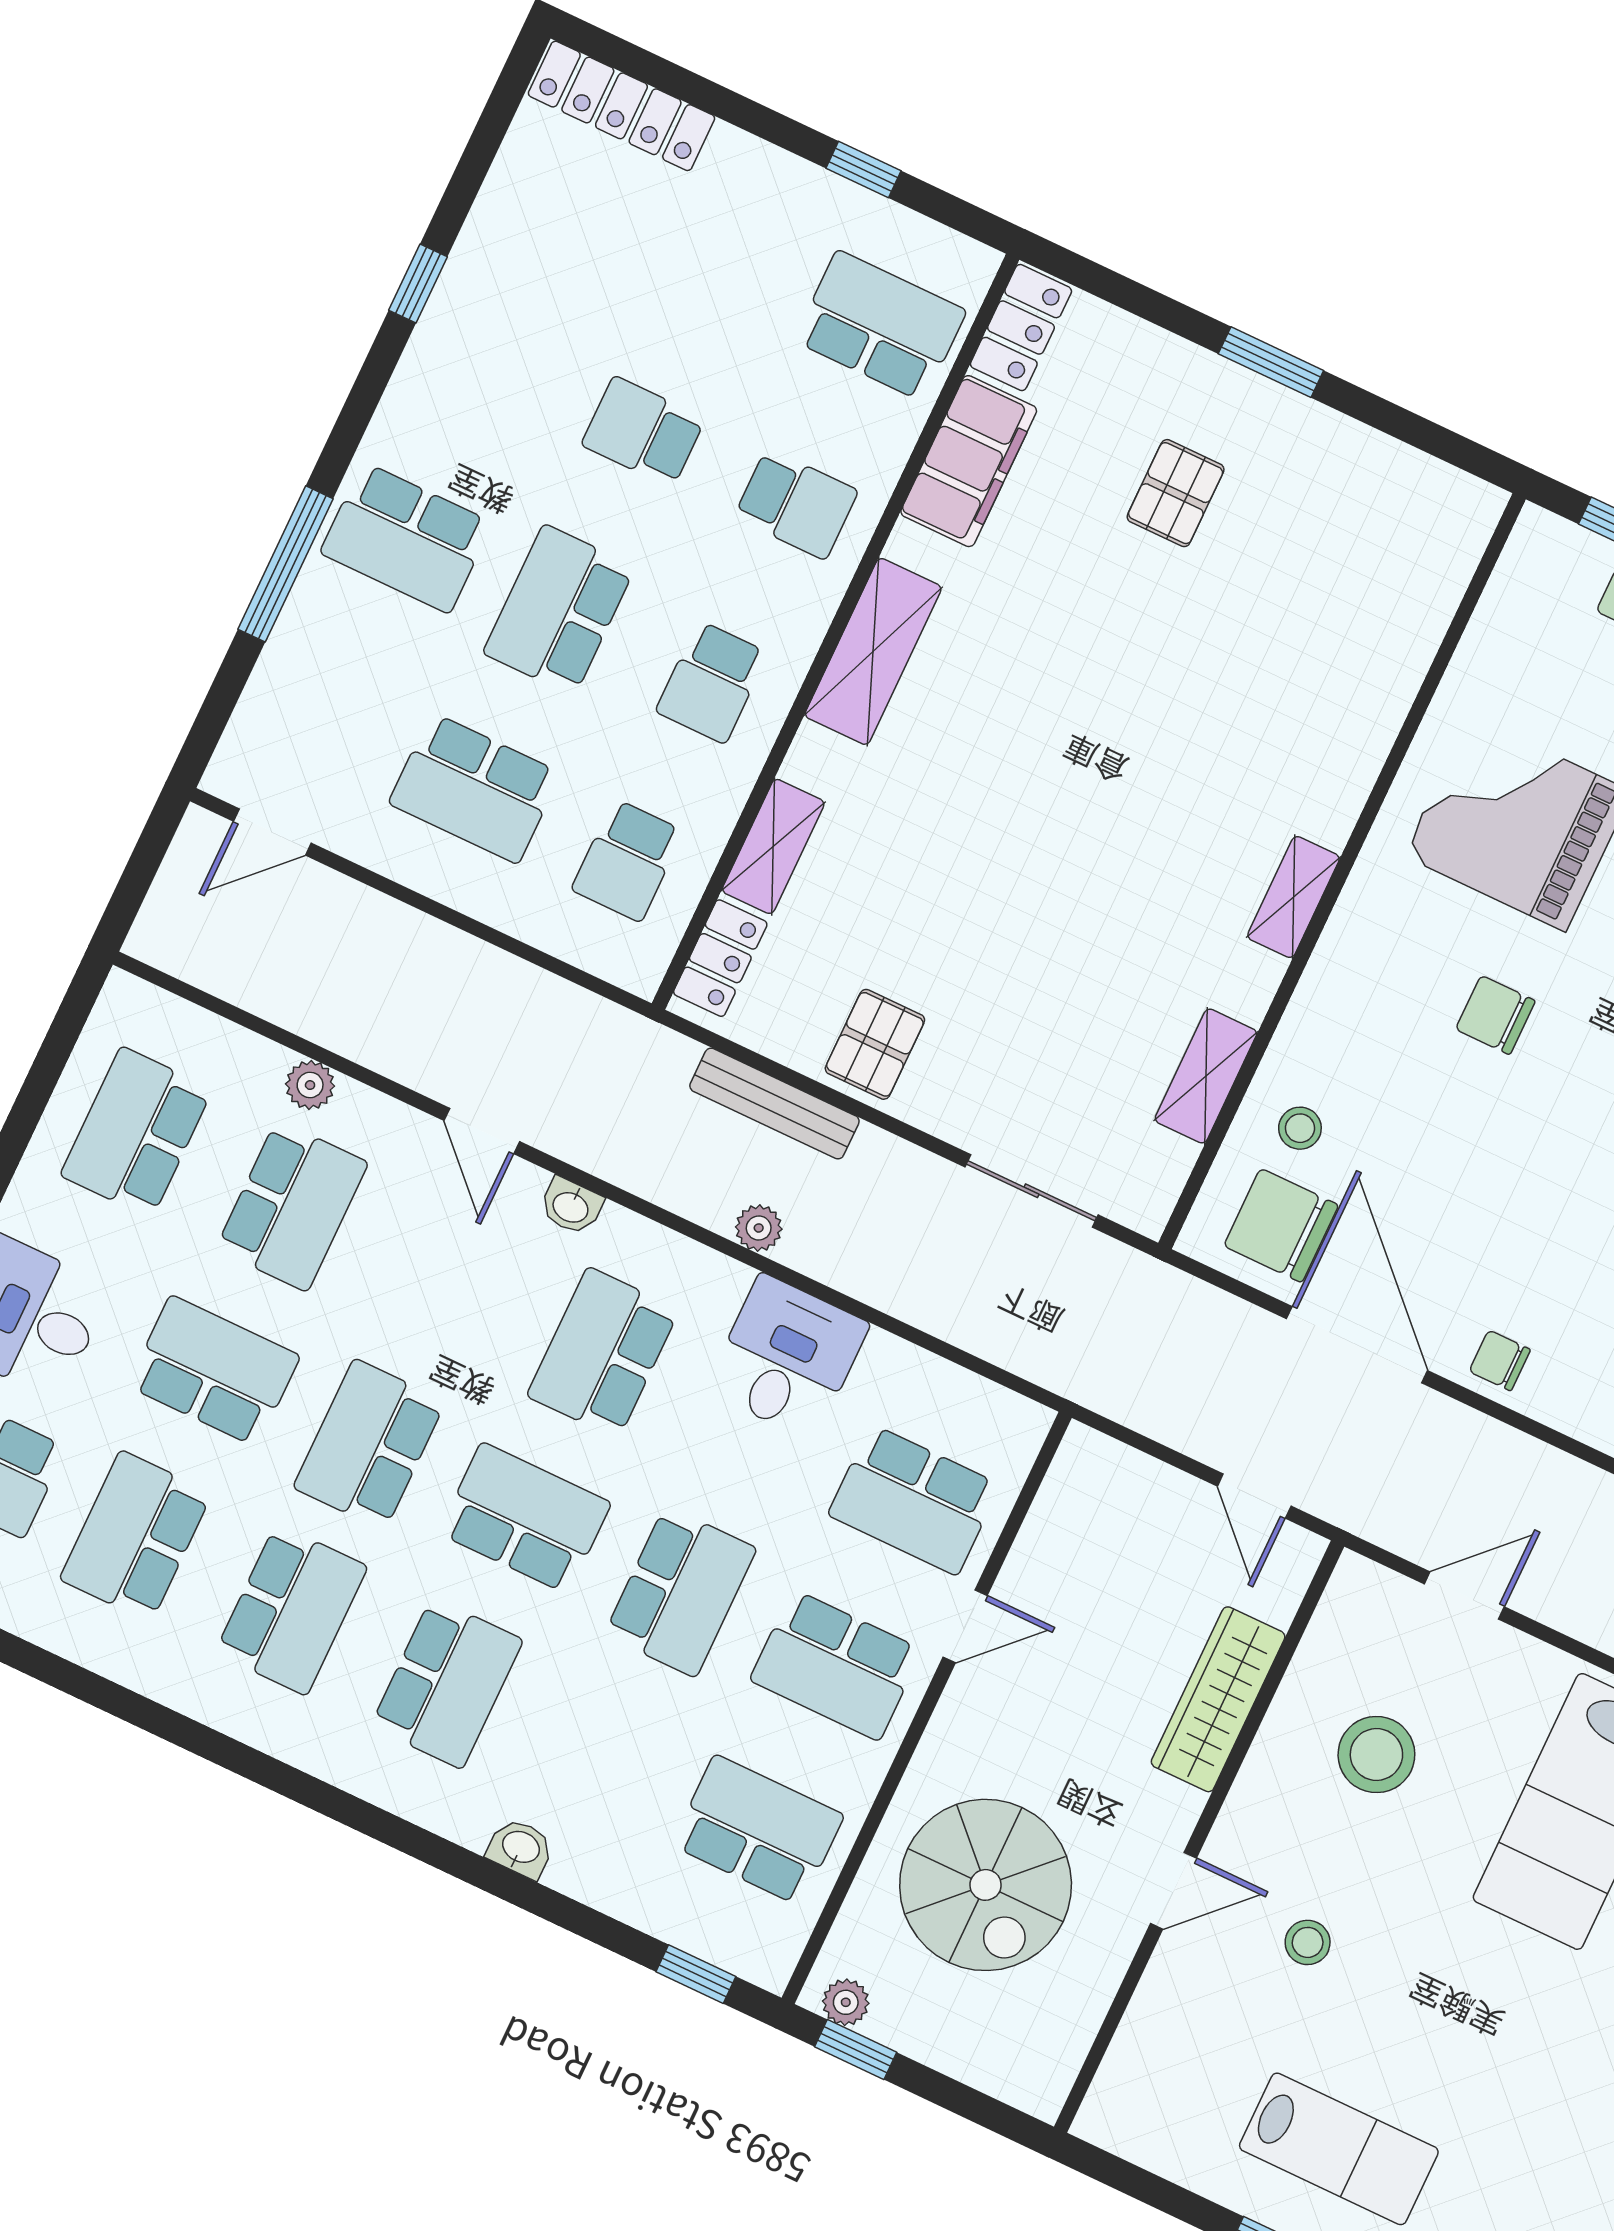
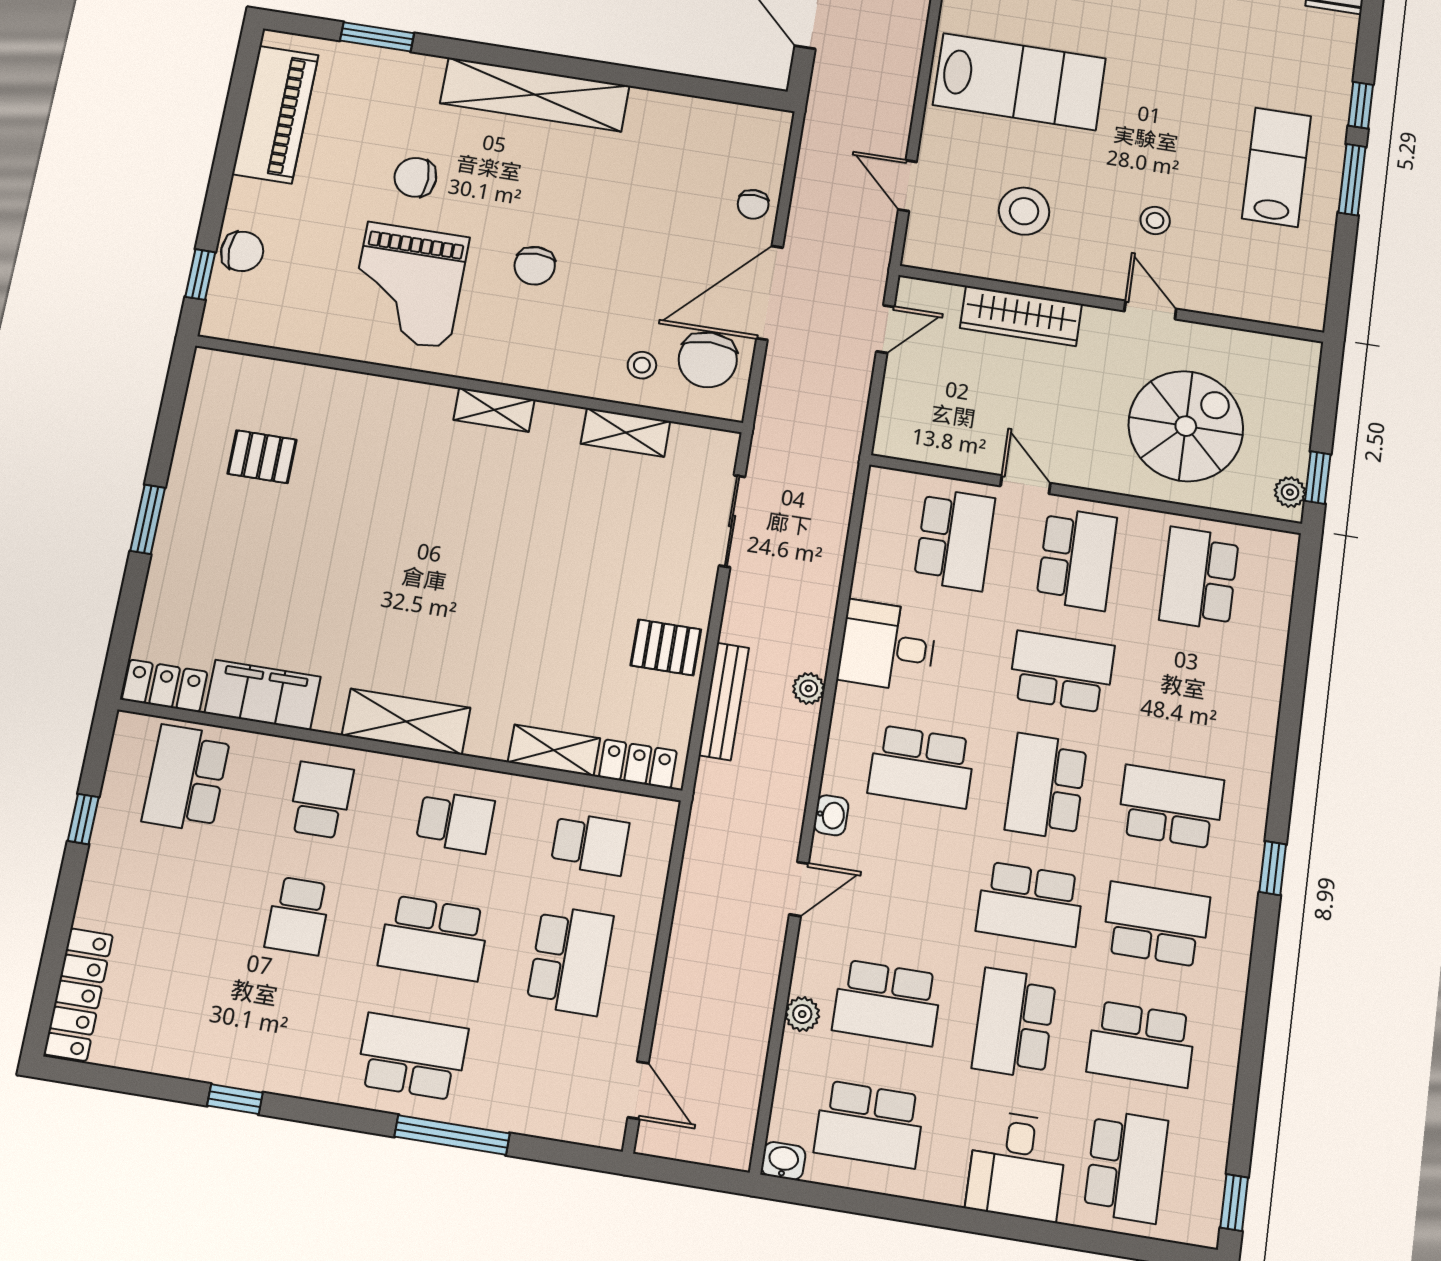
pallet: (1176, 493) -> (262, 457), moved
school desk: (406, 538) -> (412, 1057), turned -90
school desk: (292, 1206) -> (887, 1003), turned 180
washbasin: (520, 1848) -> (783, 1161), moved, turned 90
window: (696, 1974) -> (1273, 868), moved

